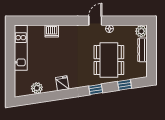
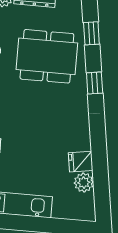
fridge: (62, 83) -> (81, 162), moved

